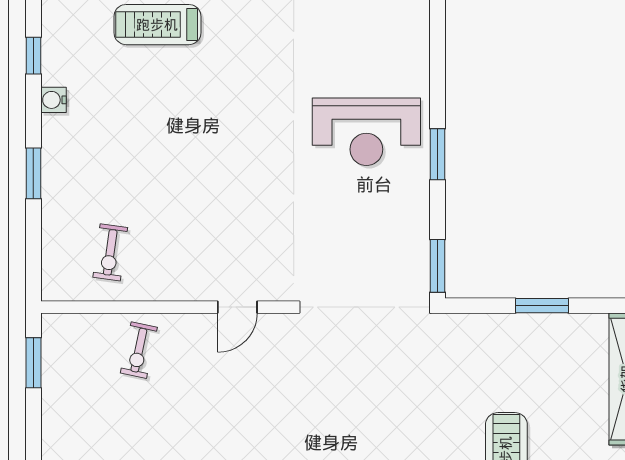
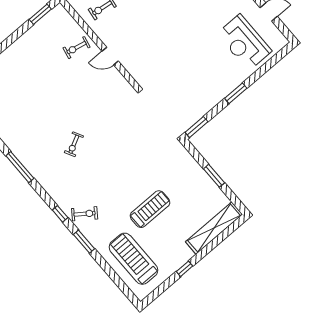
reception desk: (366, 132) -> (244, 42), moved
door: (237, 307) -> (110, 56), moved

